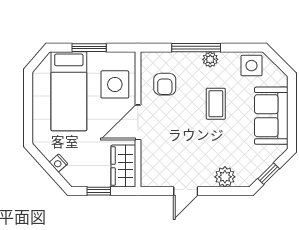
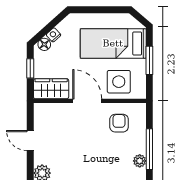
armchair: (165, 84) -> (119, 123), turned 90
coffee table: (216, 104) -> (103, 165), removed
floor lamp: (70, 174) -> (44, 44), added

